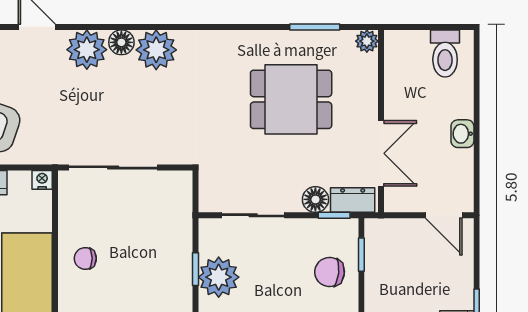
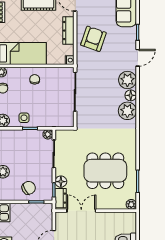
dining table: (291, 99) -> (105, 171), width x1.38
double door: (381, 153) -> (81, 211), swing flipped
chair: (330, 272) -> (29, 188), turned 54
plant: (219, 277) -> (48, 134), moved, width x0.53, depth x0.53
side table: (172, 283) -> (24, 118), added

